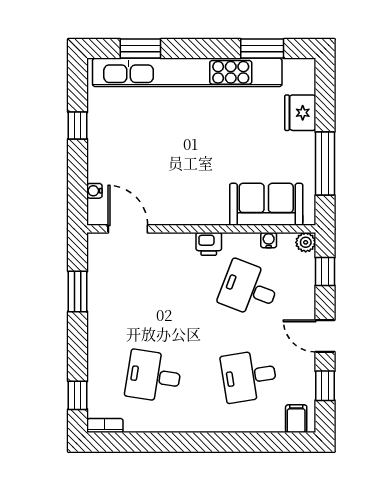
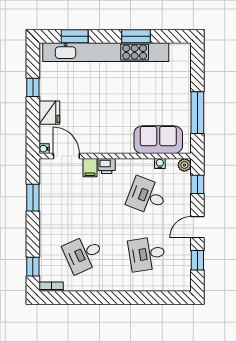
window: (262, 49) -> (136, 36), moved
fridge: (300, 113) -> (49, 113), moved, turned 180
water cooler: (94, 191) -> (44, 149), moved
printer: (209, 244) -> (107, 166), moved
door: (325, 336) -> (197, 227), hinge flipped
desk: (154, 376) -> (83, 254), turned -33
filing cabinet: (296, 419) -> (90, 168), moved, turned 180

